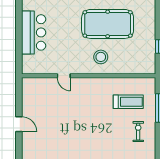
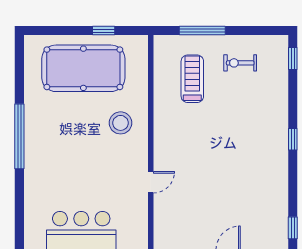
pool table: (108, 24) -> (83, 68), moved, turned 90

